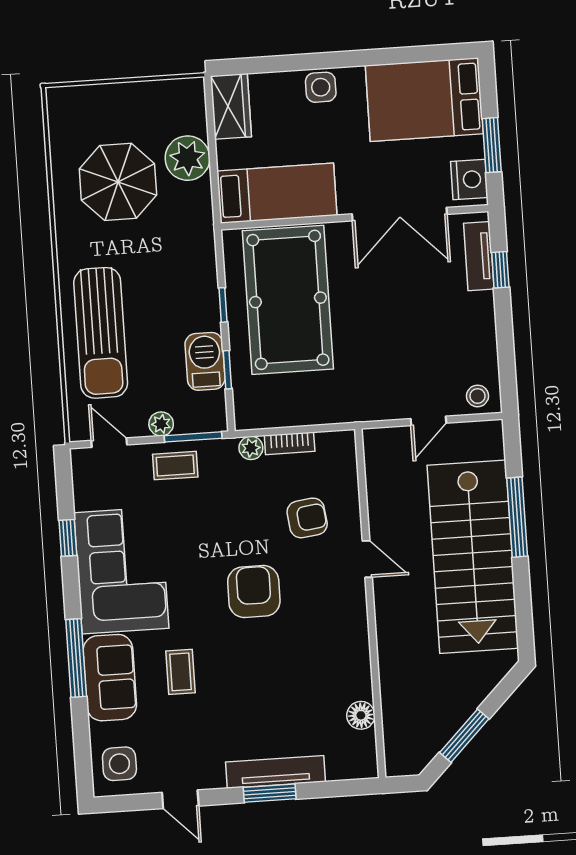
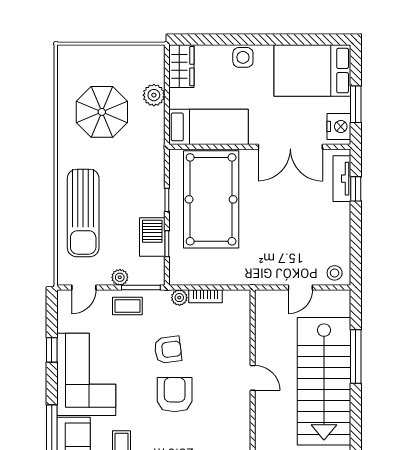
plant: (188, 158) -> (154, 95), width x0.73, depth x0.73
door: (109, 443) -> (84, 288), swing flipped
armchair: (307, 518) -> (168, 350), moved

